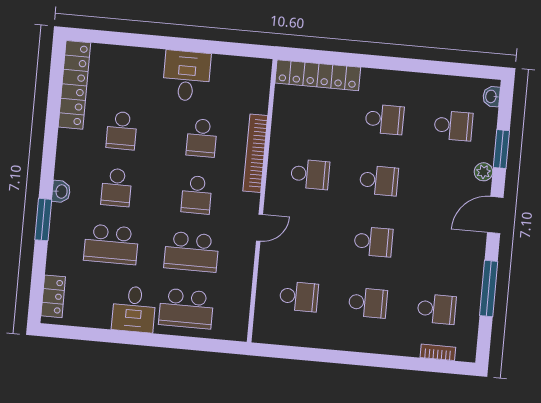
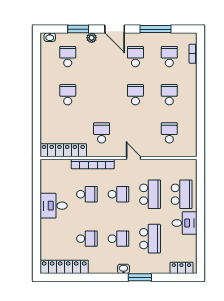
locker: (318, 75) -> (63, 150), moved, turned -90
school desk: (379, 181) -> (135, 57), moved

